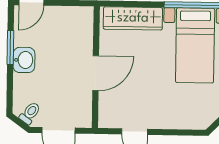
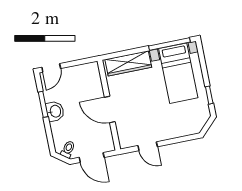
door: (96, 73) -> (110, 109), swing flipped

